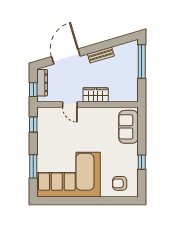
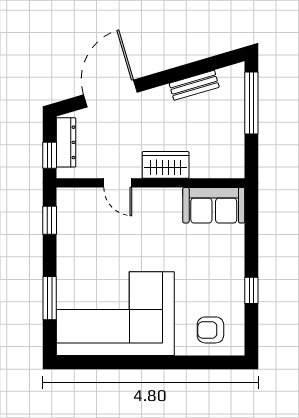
bench: (101, 55) -> (194, 85), moved
sofa: (128, 127) -> (214, 205), moved, turned -90

